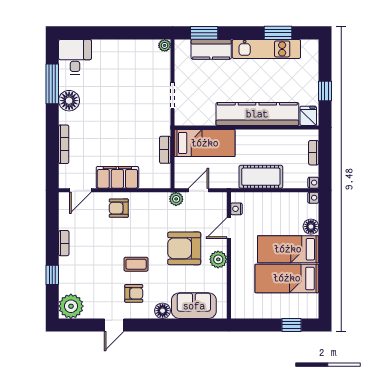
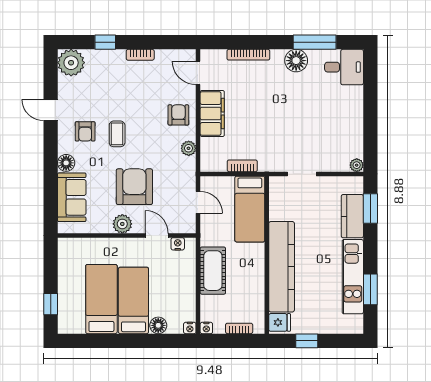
plant: (176, 199) -> (189, 148), moved

